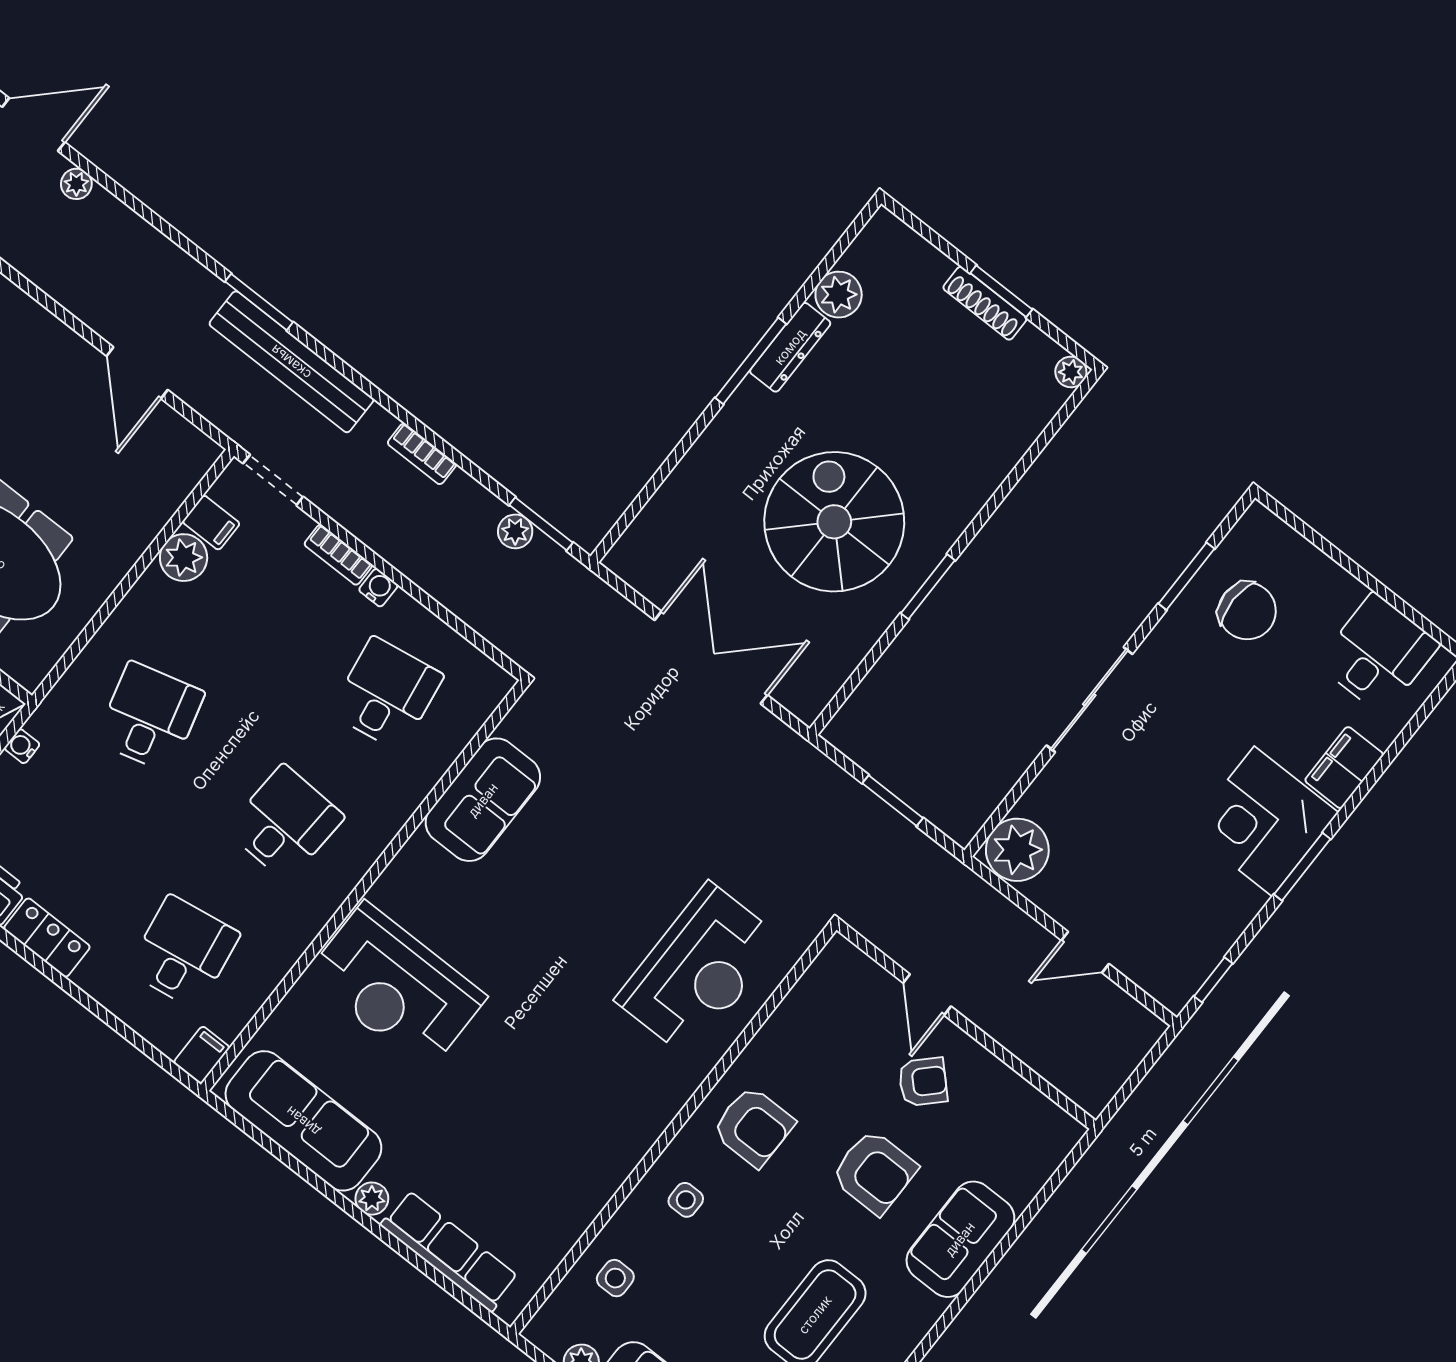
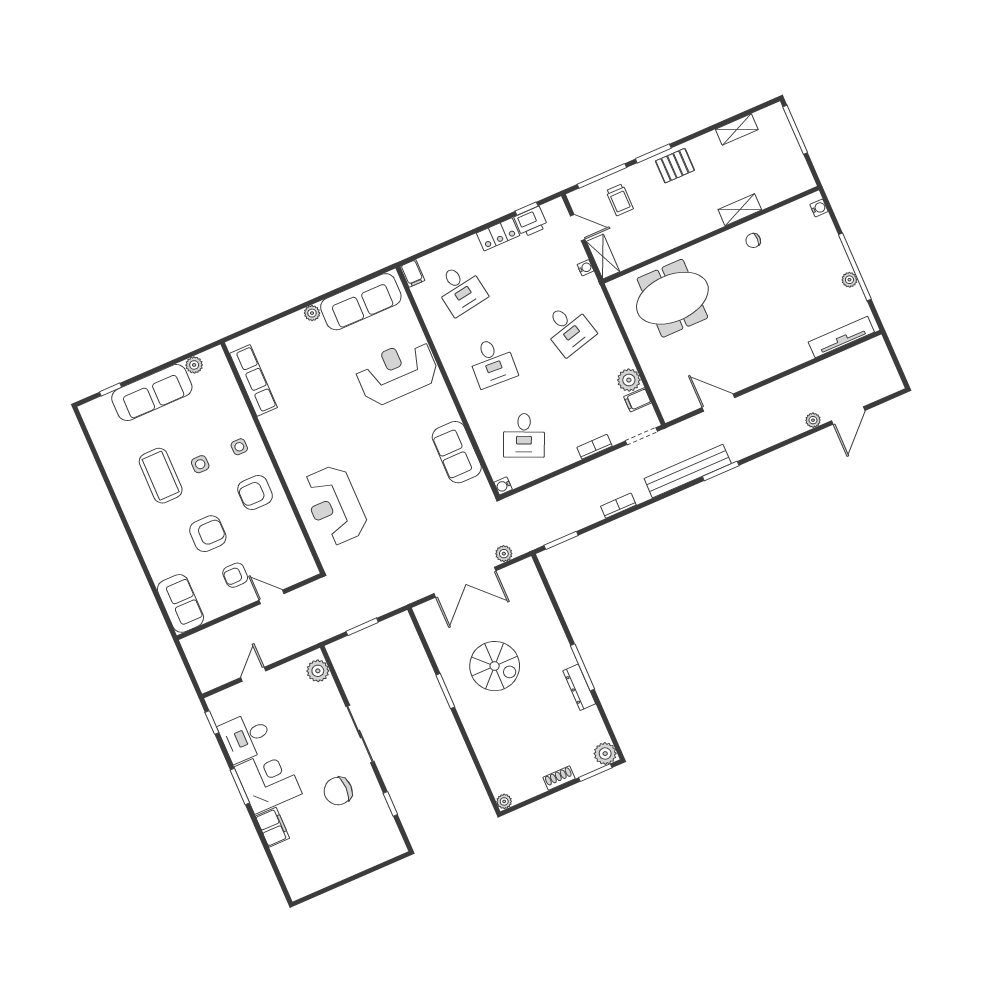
window: (1001, 291) -> (595, 773), moved
plant: (839, 295) -> (605, 754), moved
shoe rack: (985, 303) -> (559, 778), width x0.70
spiral stairs: (834, 522) -> (495, 666), width x0.73, depth x0.73
plant: (515, 531) -> (504, 554), moved
window: (1187, 576) -> (390, 804), width x0.67
water cooler: (378, 588) -> (503, 486), moved, turned 90
chair: (1247, 611) -> (338, 791), moved
desk: (1378, 654) -> (246, 737), moved, turned 90
desk: (387, 694) -> (524, 435), turned 33
plant: (1017, 850) -> (318, 671), width x0.73, depth x0.73
armchair: (923, 1082) -> (235, 575), turned 45
armchair: (874, 1172) -> (208, 534), turned 180
sofa: (960, 1239) -> (180, 603), moved
row of seats: (450, 1251) -> (254, 380), moved, turned -90
side table: (615, 1278) -> (200, 464), moved

